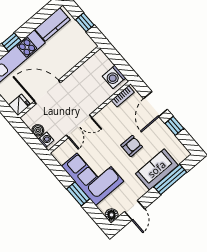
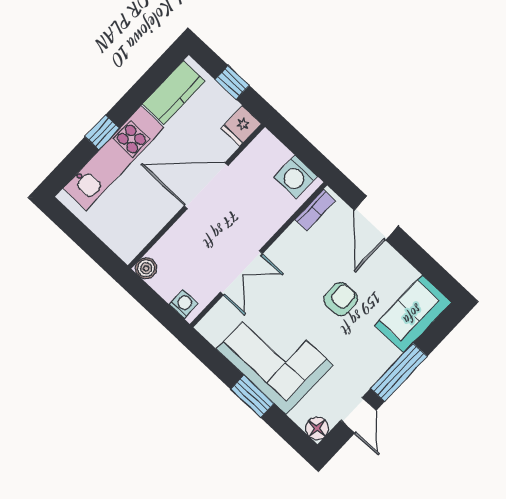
door: (47, 92) -> (206, 186), moved
fridge: (20, 105) -> (241, 126), moved, turned 180
window: (174, 126) -> (415, 254), removed
boiler: (38, 130) -> (146, 268), moved
sofa: (157, 169) -> (413, 314), moved
window: (170, 180) -> (399, 372), moved

